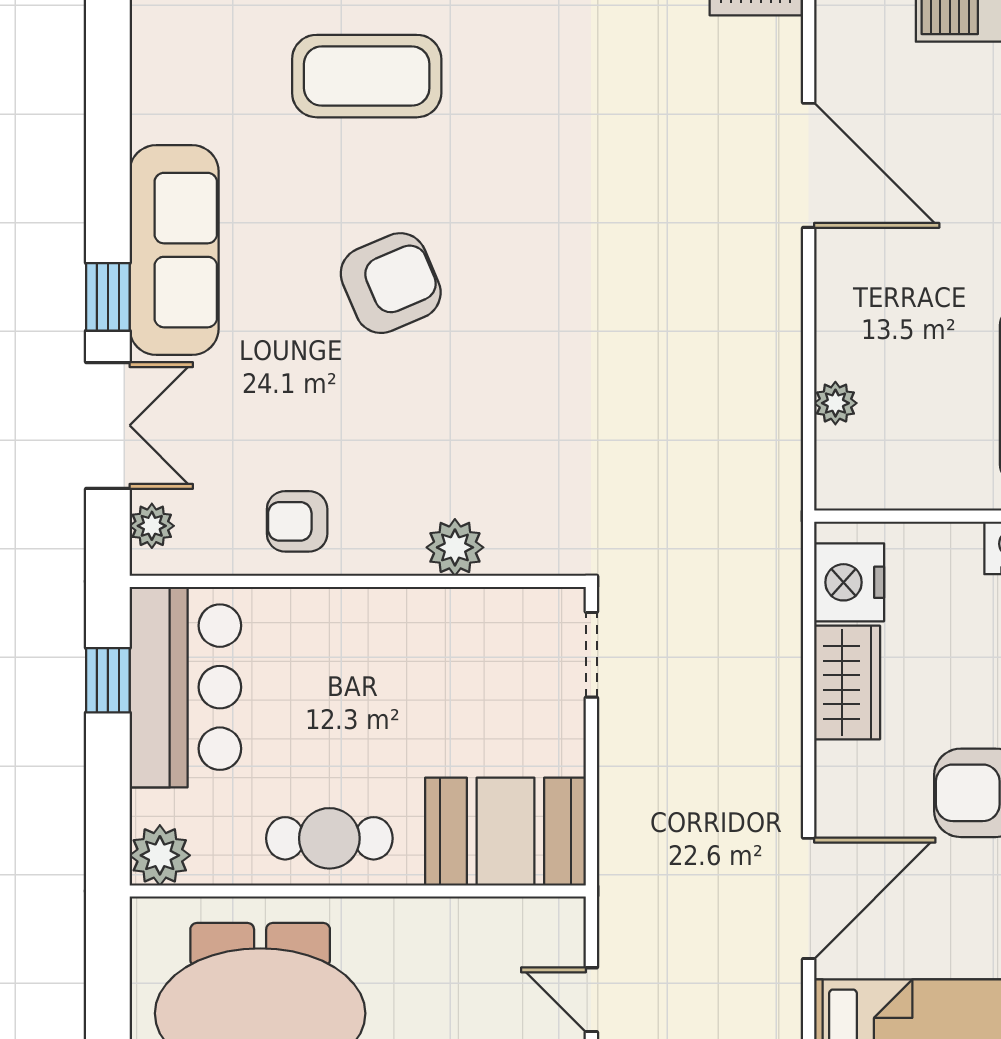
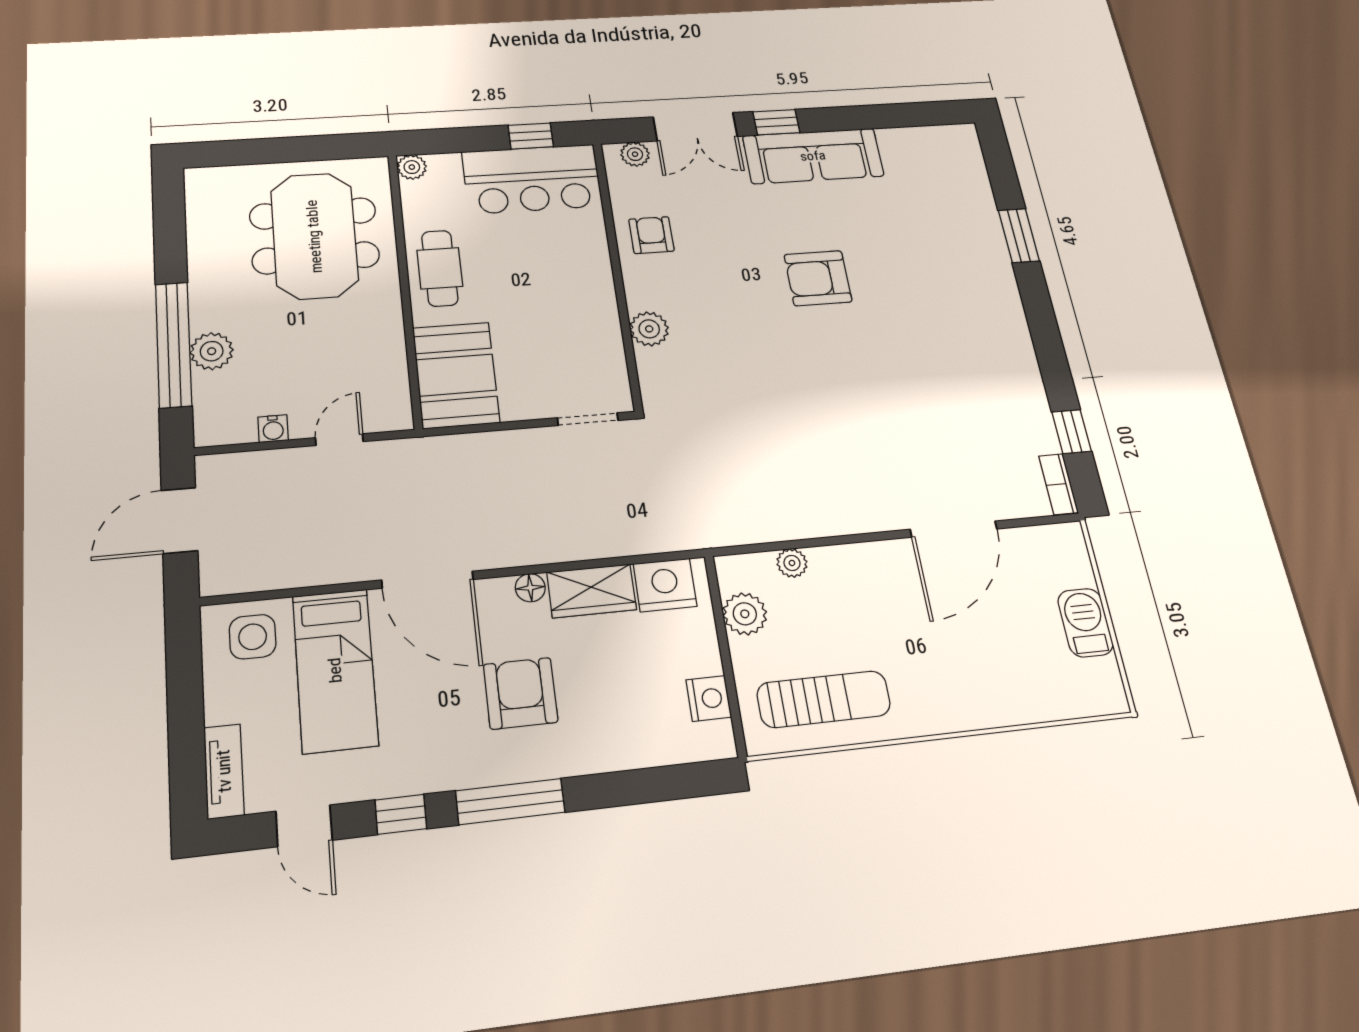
coffee table: (367, 76) -> (948, 255), removed
armchair: (391, 283) -> (818, 278), turned 113
plant: (901, 480) -> (745, 614), added
floor lamp: (834, 764) -> (530, 588), added
plant: (160, 855) -> (412, 167), width x0.73, depth x0.73

